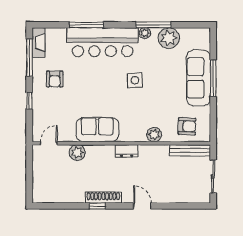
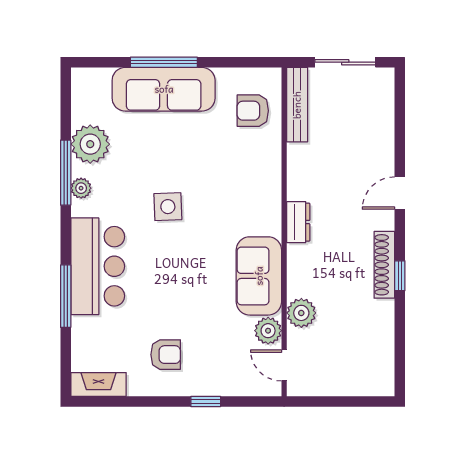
bar counter: (103, 42) -> (98, 266), width x0.73
window: (29, 58) -> (126, 401), removed
armchair: (187, 126) -> (253, 111), turned -92
plant: (154, 135) -> (268, 331), moved

